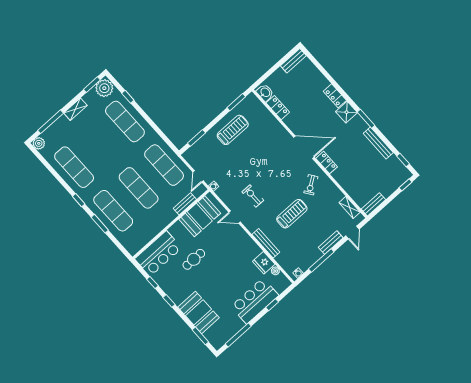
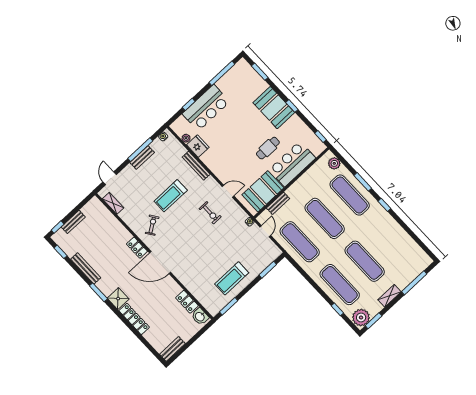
locker: (335, 96) -> (134, 319), width x1.53
plant: (39, 143) -> (334, 163), moved
exercise mat: (74, 167) -> (365, 261), moved
bench: (373, 204) -> (73, 222), moved
bench: (331, 243) -> (142, 157), moved
bar counter: (158, 253) -> (292, 164), moved
window: (152, 282) -> (320, 137), moved
booth: (199, 312) -> (274, 108), moved

